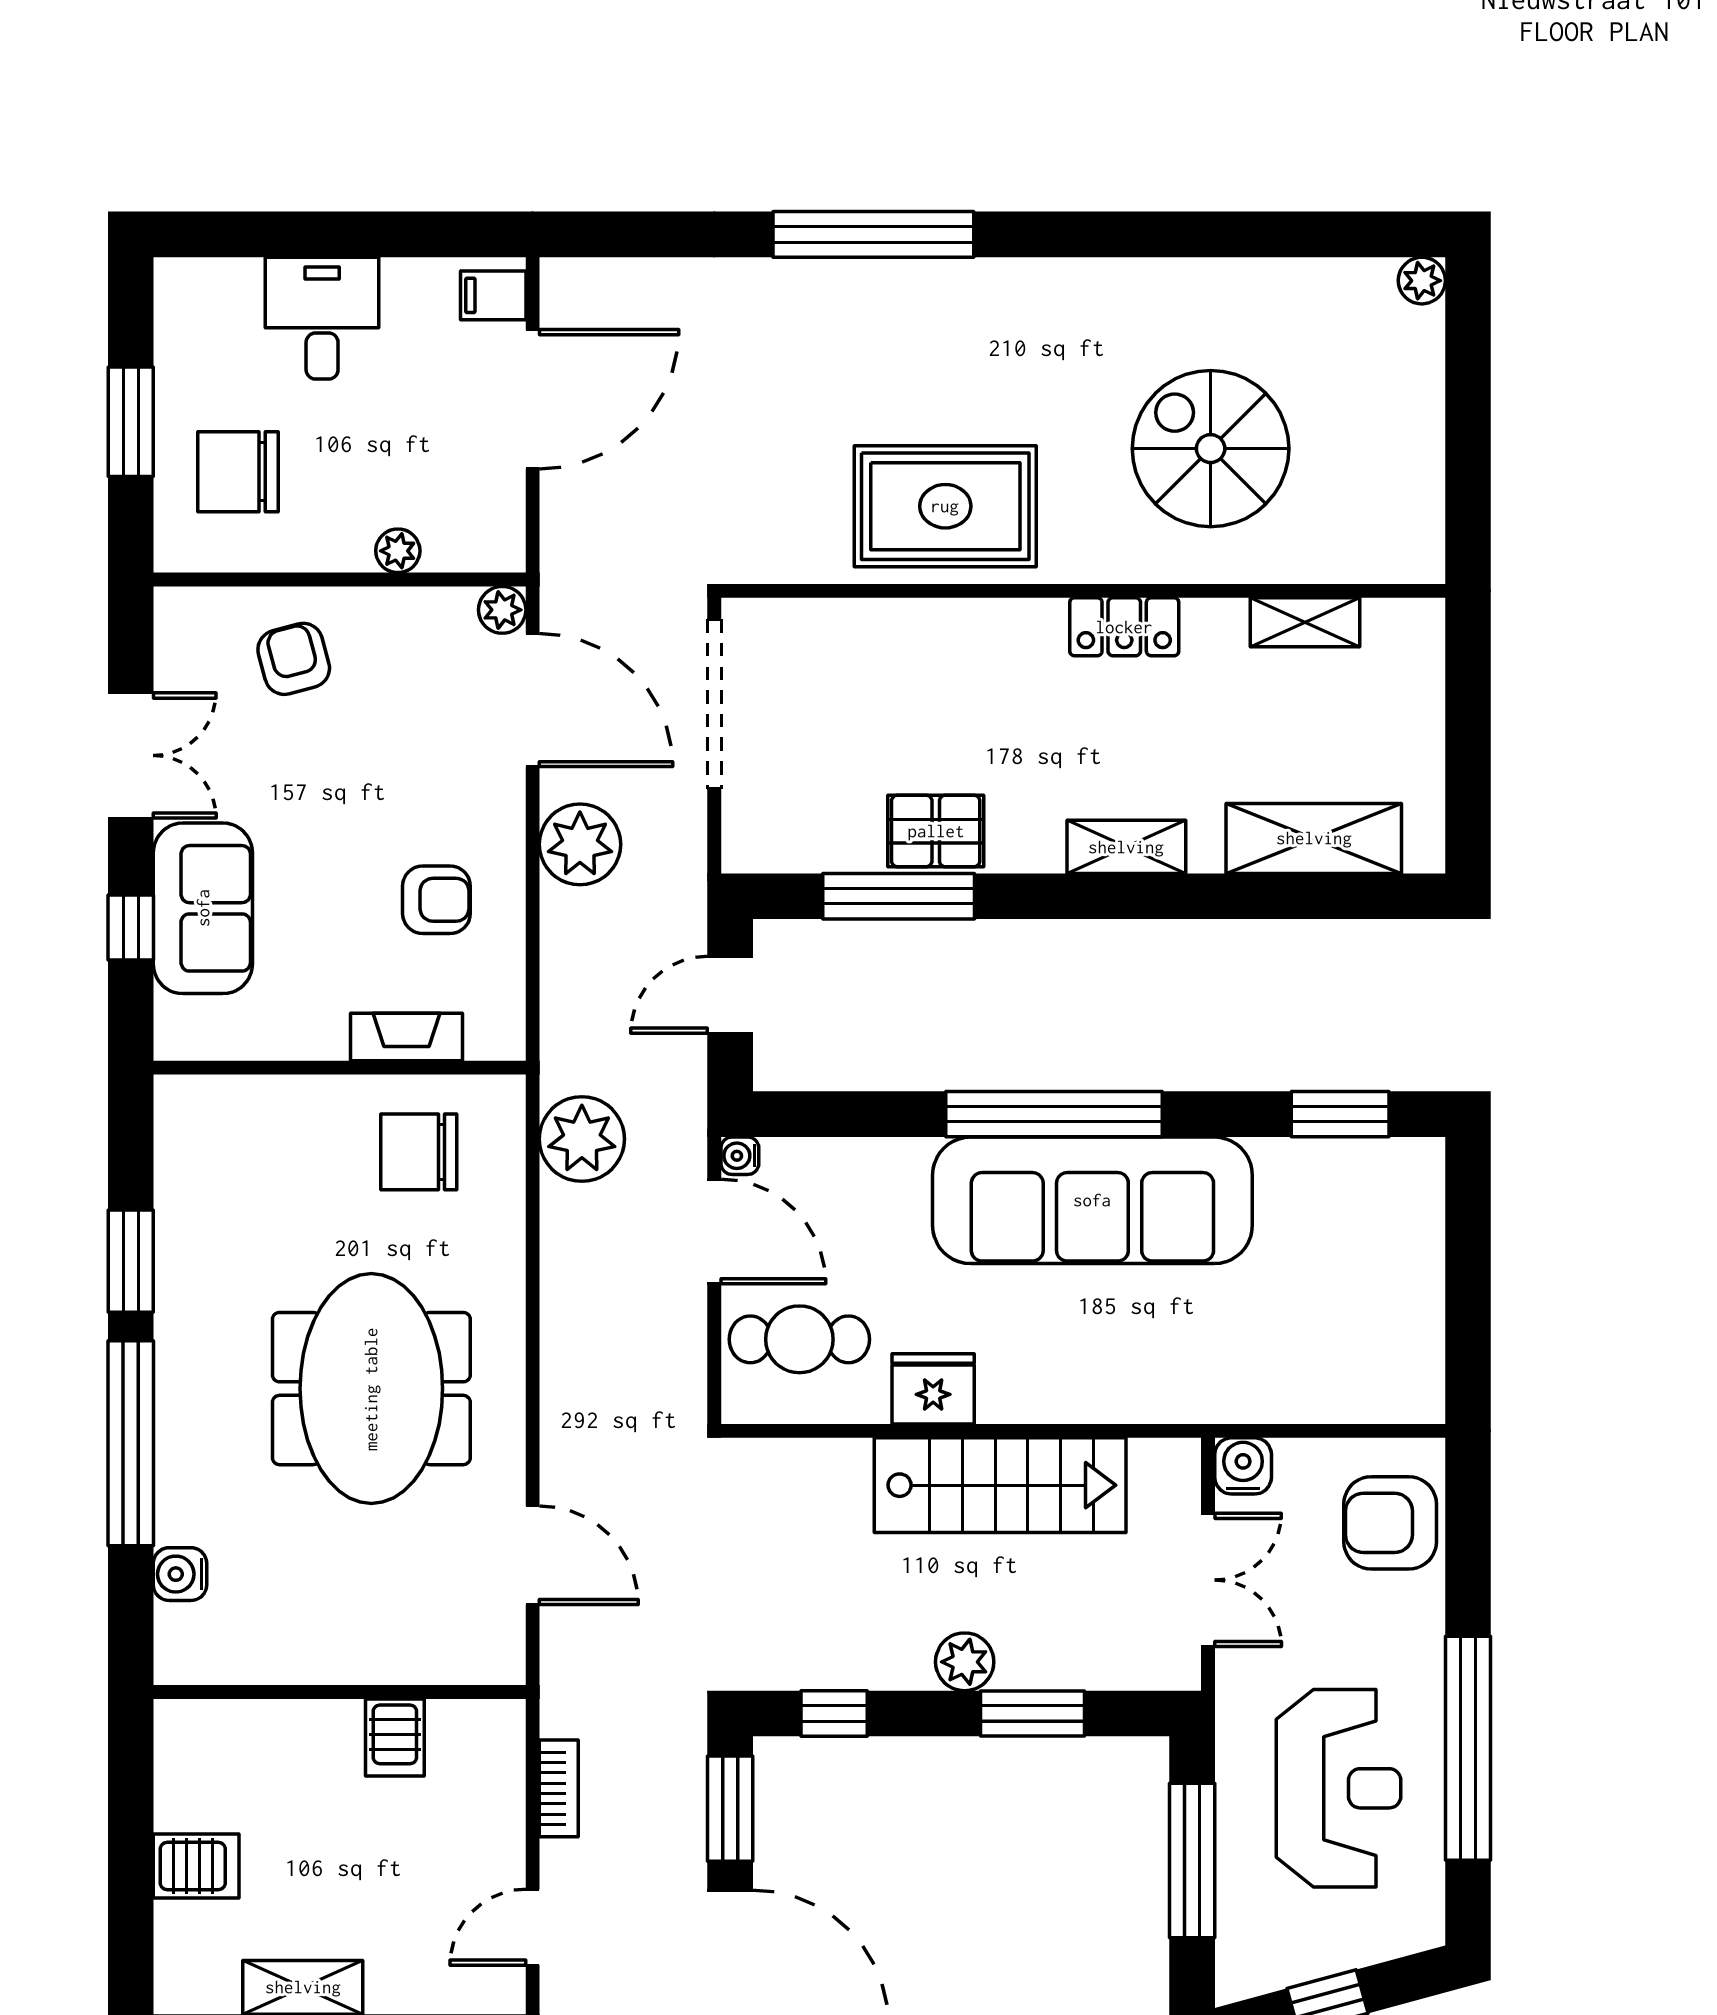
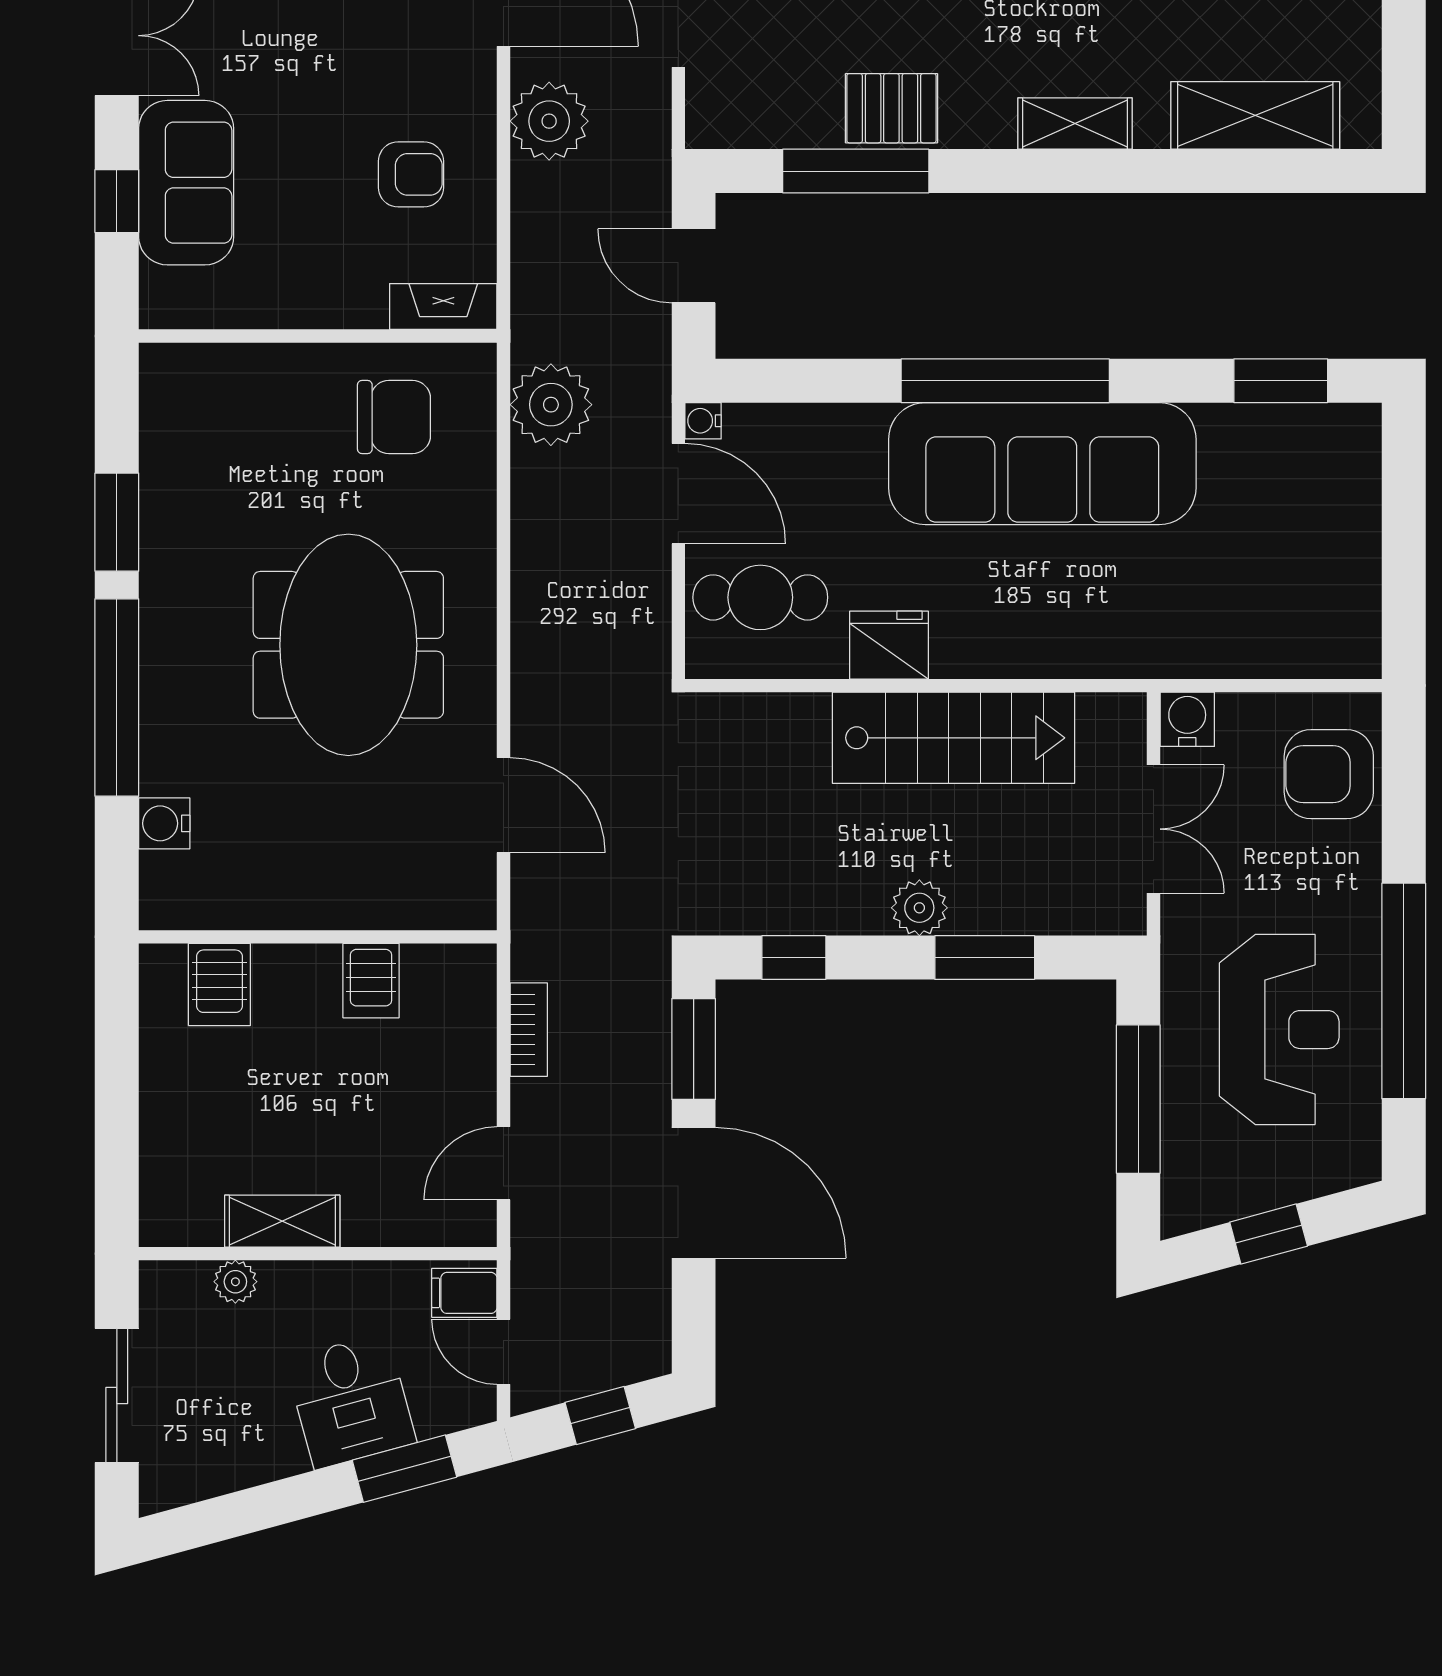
door: (730, 995) -> (694, 266), hinge flipped
fireplace: (406, 1037) -> (443, 306), moved
chair: (419, 1152) -> (394, 417), turned 180
server rack: (196, 1866) -> (219, 985), moved, turned 90

